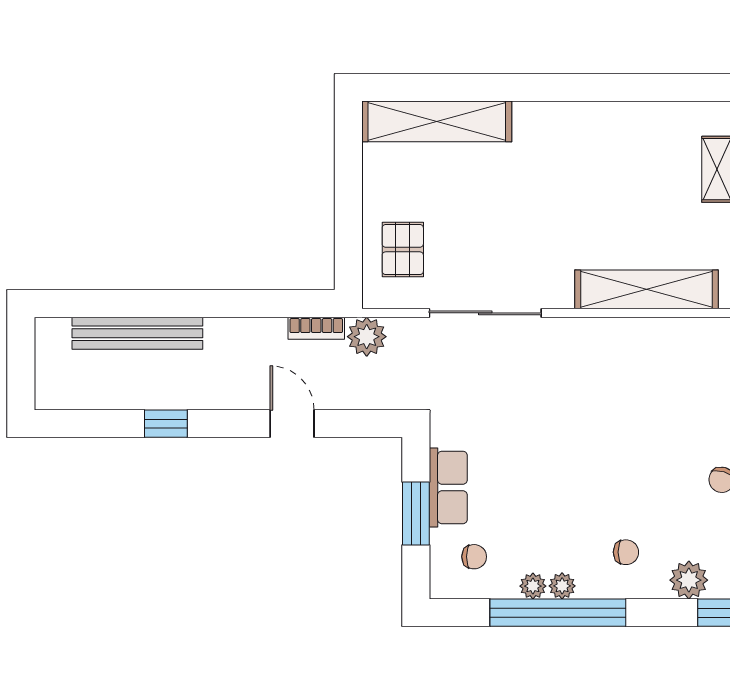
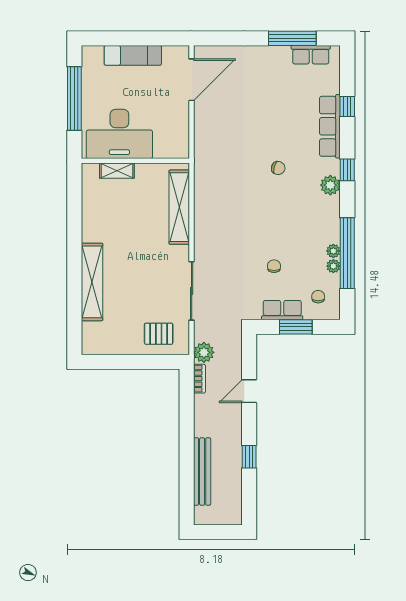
shelving: (437, 121) -> (92, 282), moved
chair: (626, 552) -> (274, 266), moved

